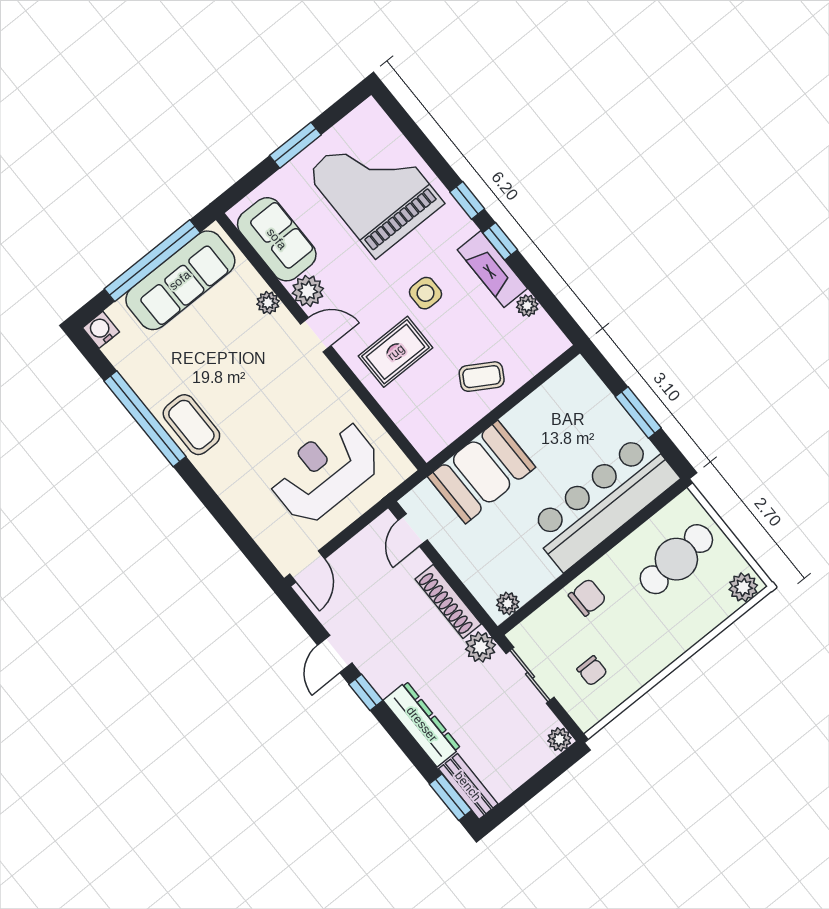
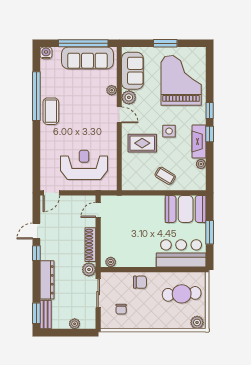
booth: (482, 472) -> (186, 209), moved
bar counter: (603, 502) -> (181, 253), width x0.73
plant: (559, 739) -> (75, 324), moved

